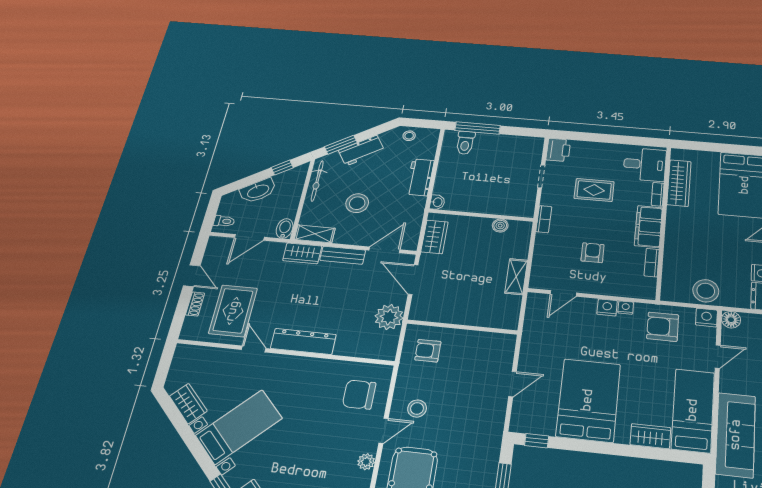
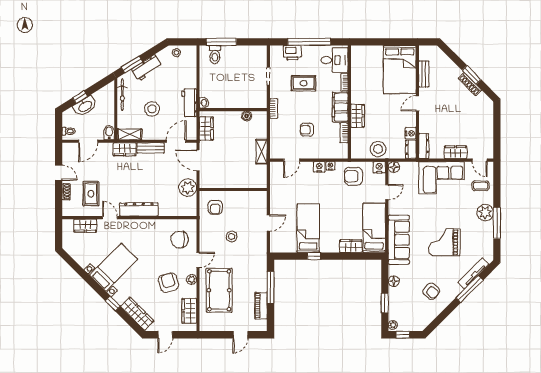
window: (608, 139) -> (309, 42), added
printer: (558, 150) -> (292, 53), moved, turned 90
window: (282, 168) -> (80, 97), moved
workbench: (420, 177) -> (189, 103), moved
wardrobe: (679, 183) -> (358, 116), moved, width x0.67
armchair: (593, 253) -> (307, 130), turned -90
rug: (233, 311) -> (91, 194), width x0.73, depth x0.70
armchair: (428, 351) -> (215, 207), turned -90
bed: (588, 400) -> (308, 228), width x0.67
wardrobe: (188, 404) -> (85, 226), moved, turned 135
stool: (417, 409) -> (232, 237), moved
window: (537, 441) -> (314, 256), moved
armchair: (326, 463) -> (169, 283), added

